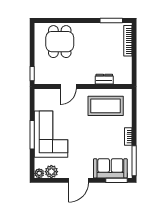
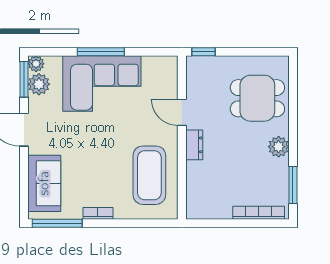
plant: (89, 29) -> (279, 147), added
dresser: (104, 79) -> (194, 145), moved
window: (116, 180) -> (24, 79), moved

